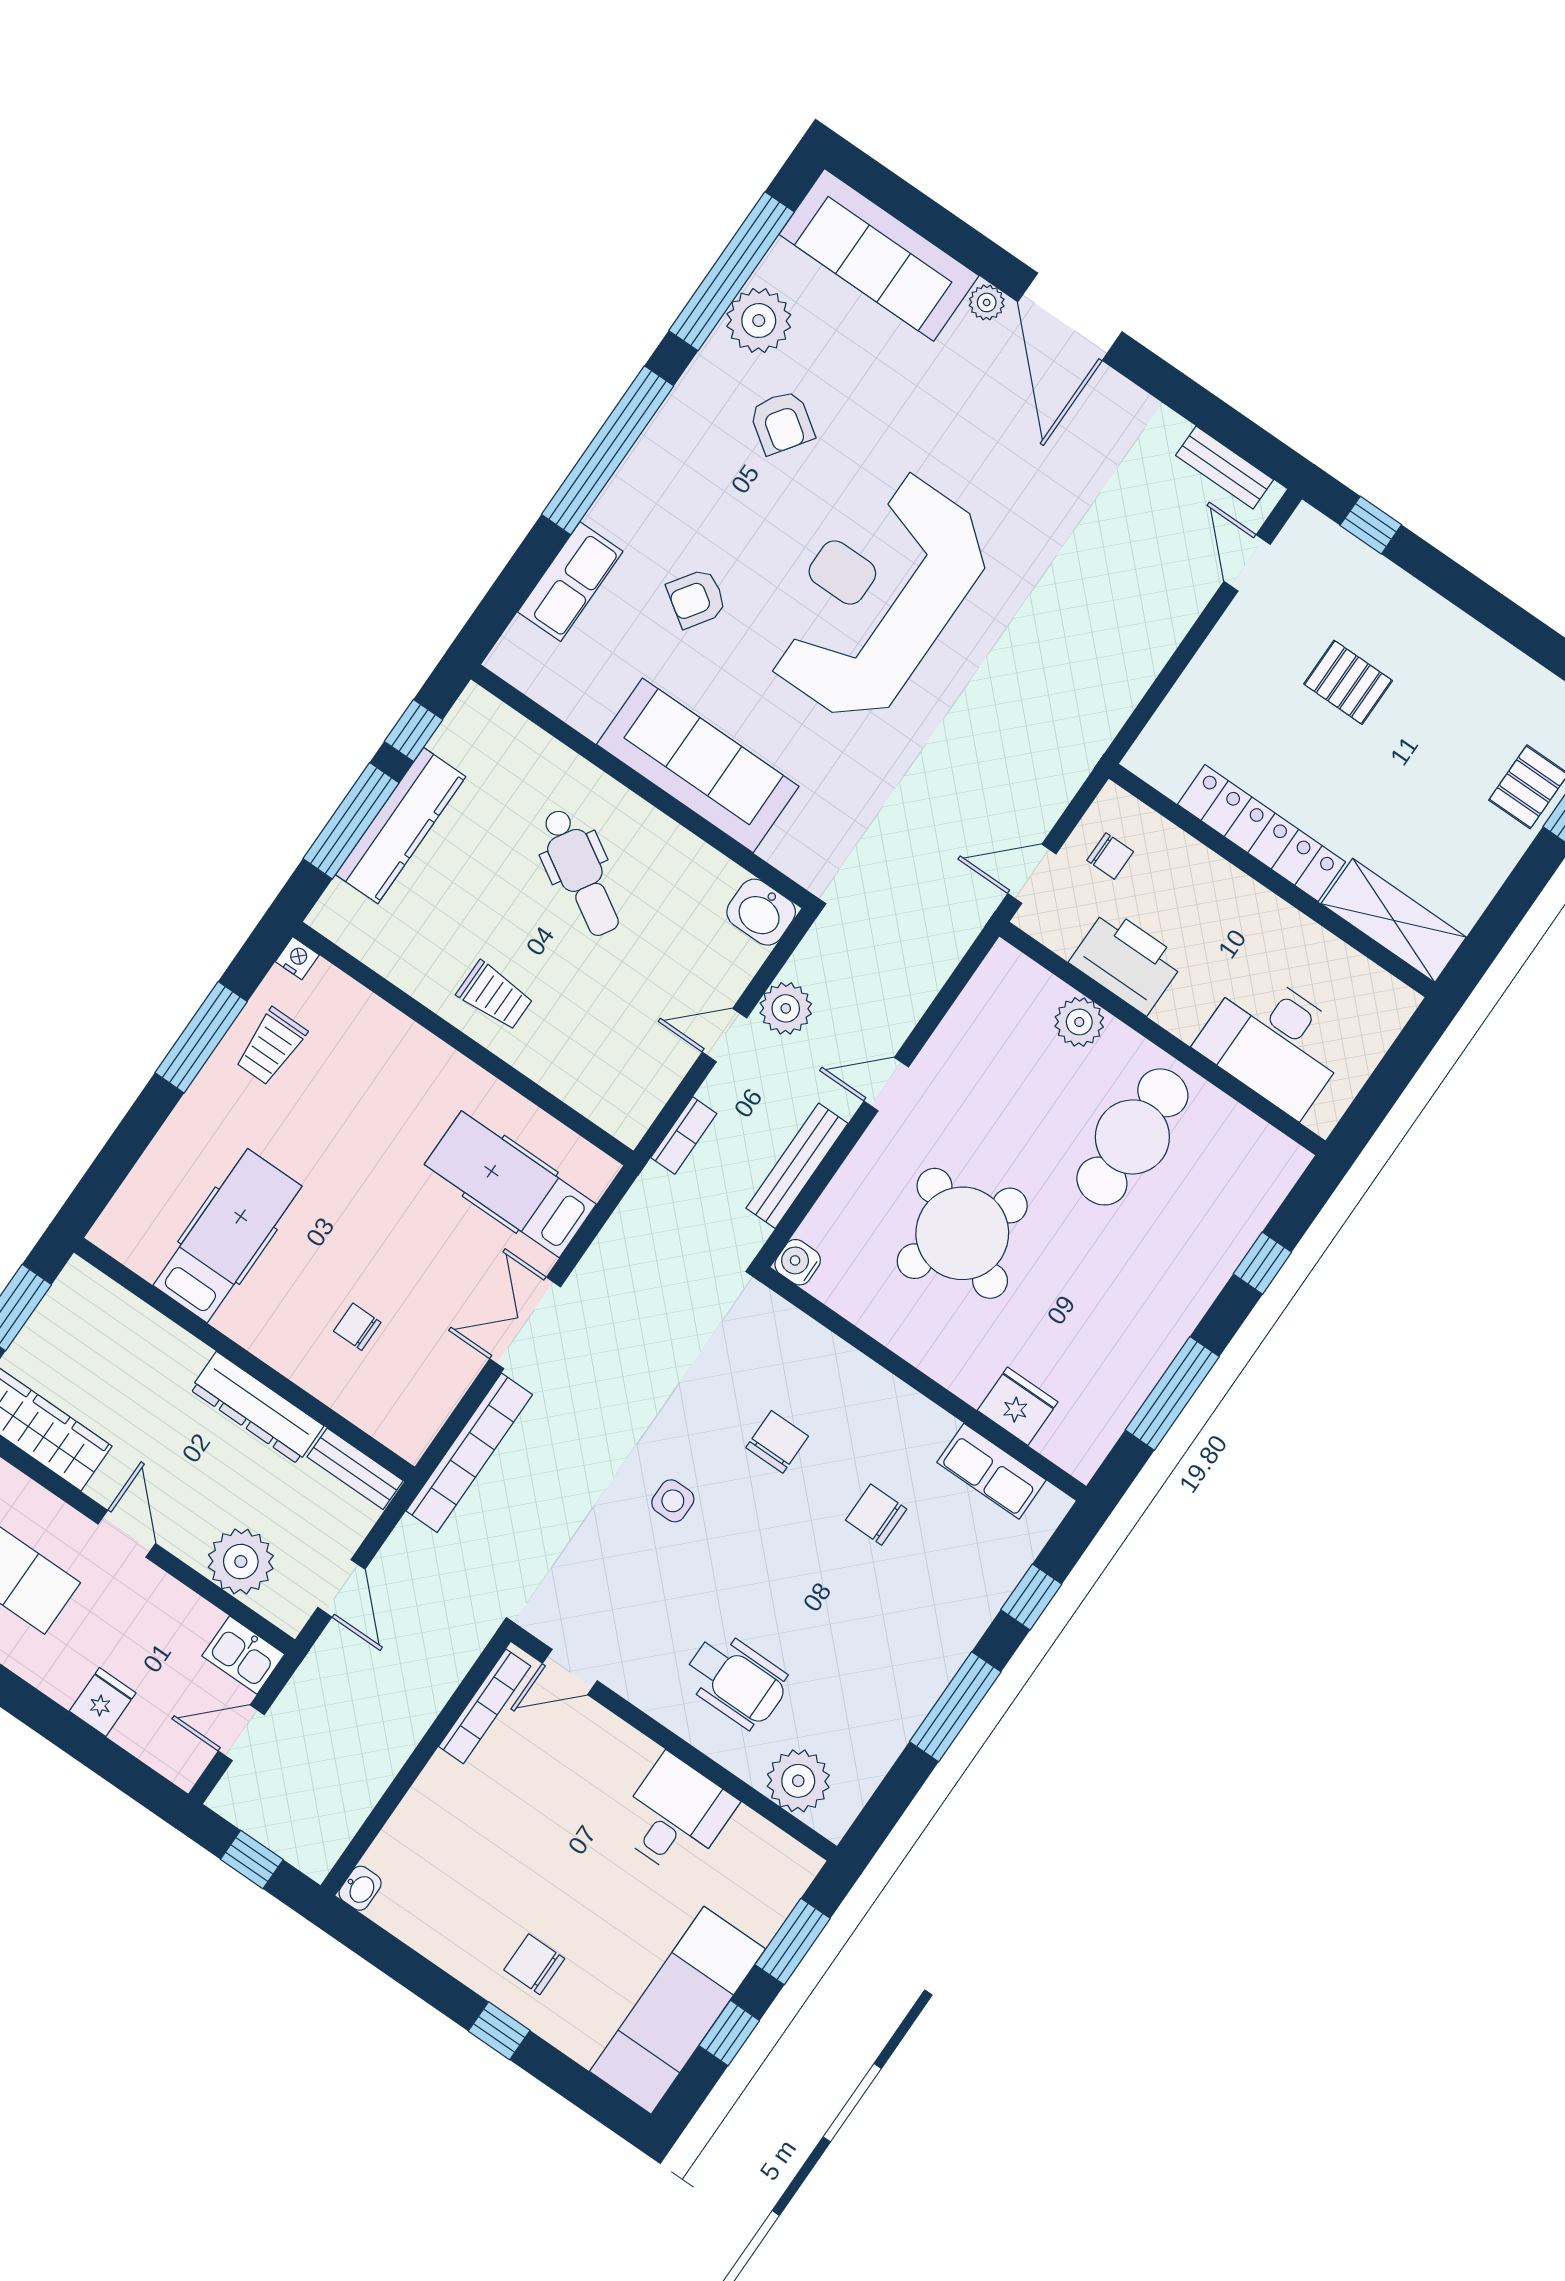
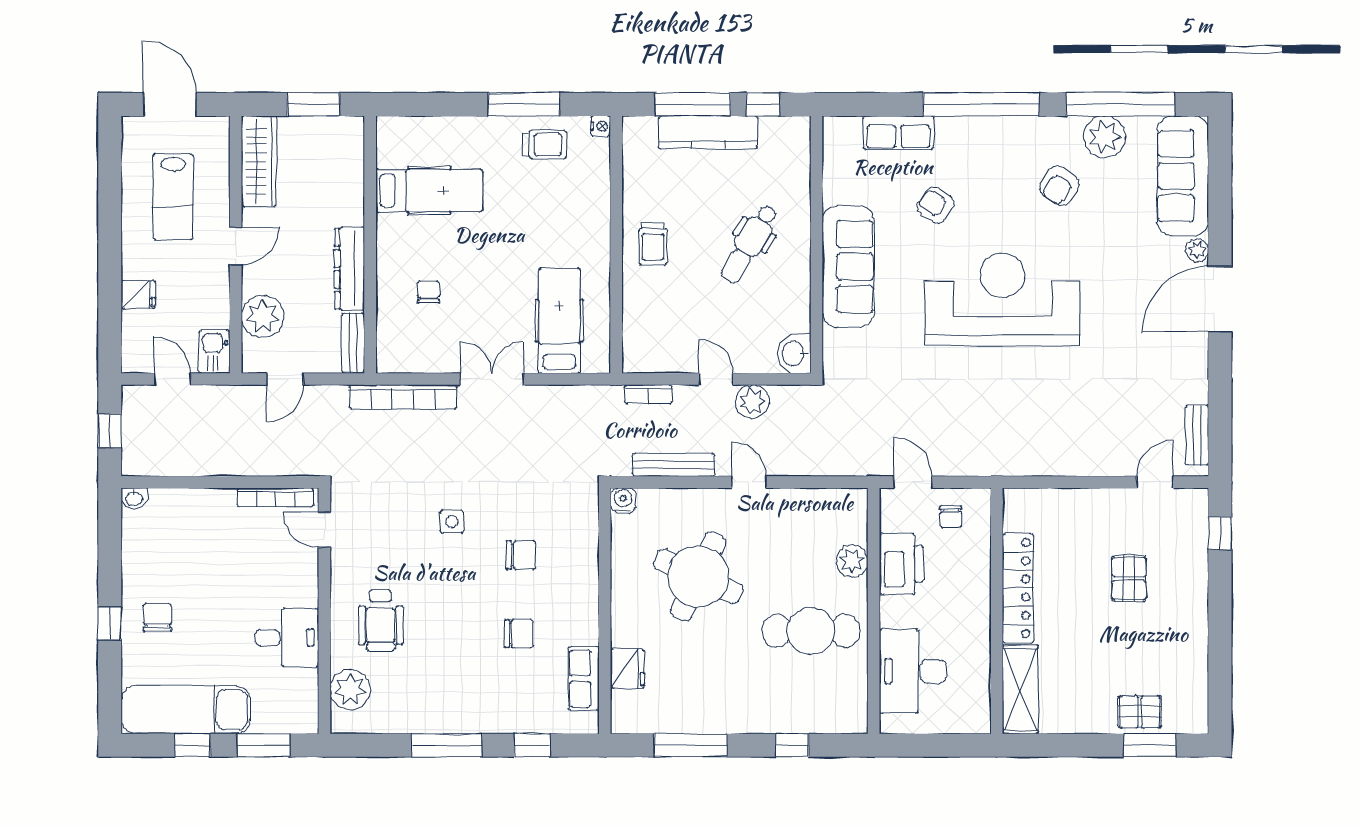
trolley: (271, 1046) -> (545, 144), turned 180
chair: (876, 1515) -> (519, 634), turned 90

